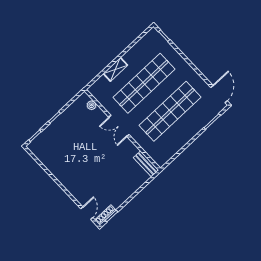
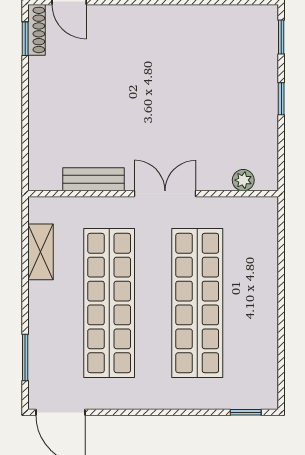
shelving: (115, 69) -> (40, 252), moved
bench: (146, 164) -> (93, 179), moved

